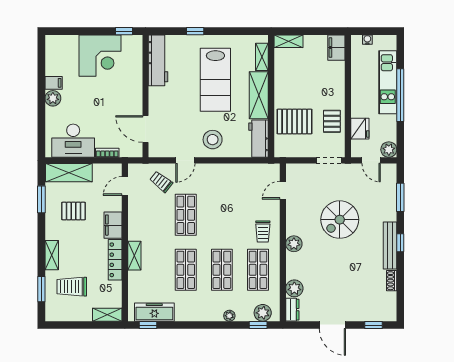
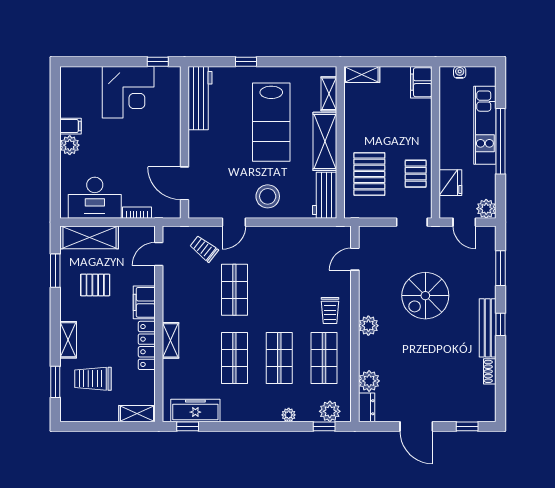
pallet: (295, 121) -> (369, 174), turned 90

